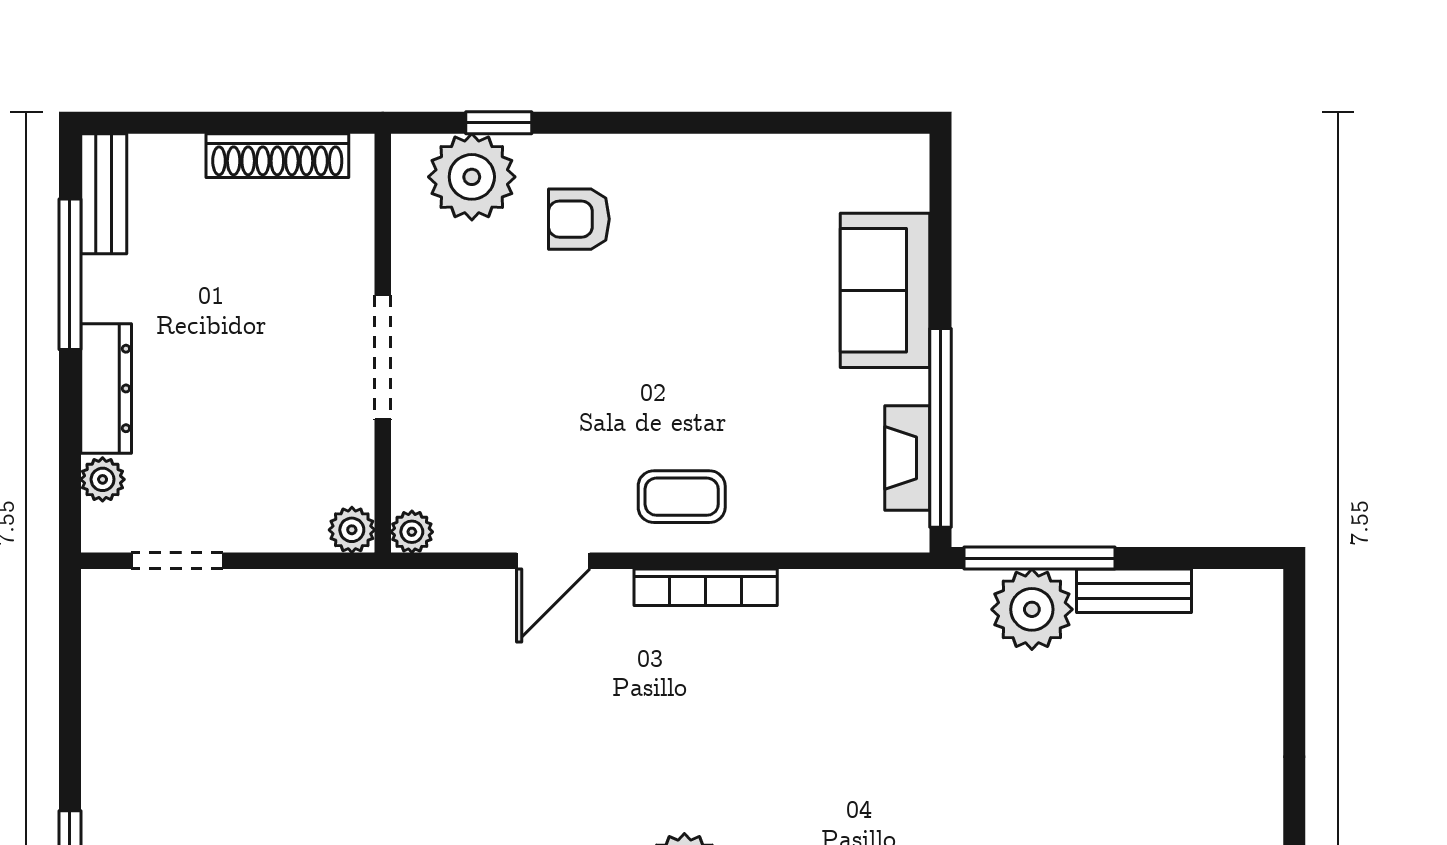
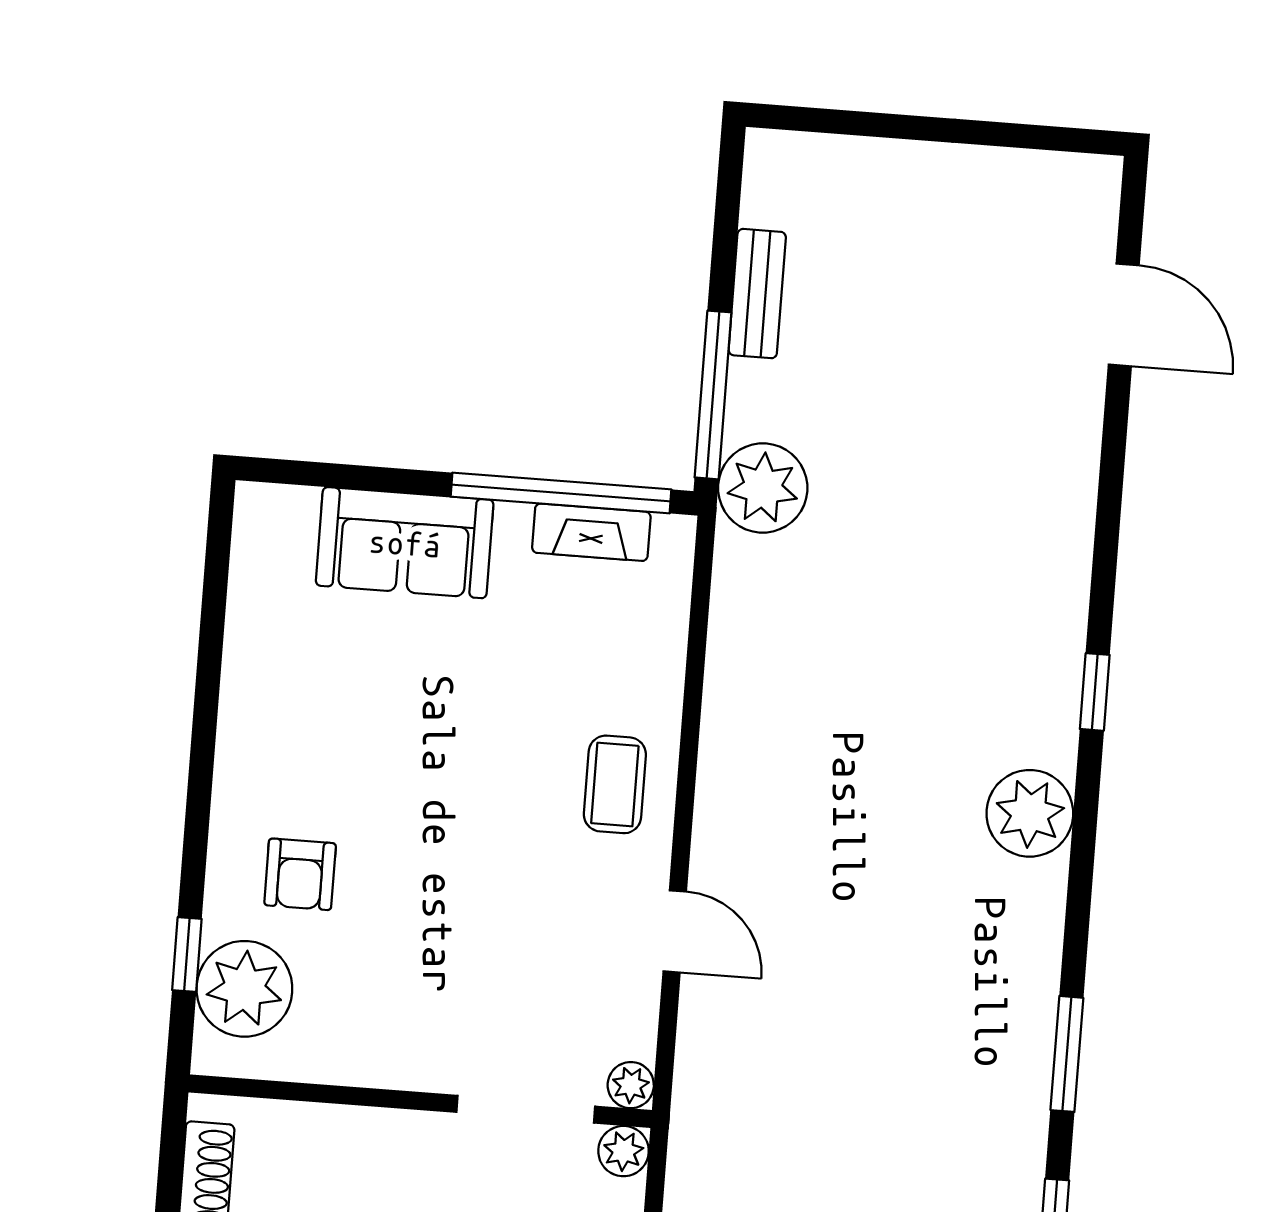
doorway: (383, 357) -> (526, 1109), moved
bookcase: (706, 587) -> (717, 766), removed
plant: (1032, 609) -> (763, 488), moved

